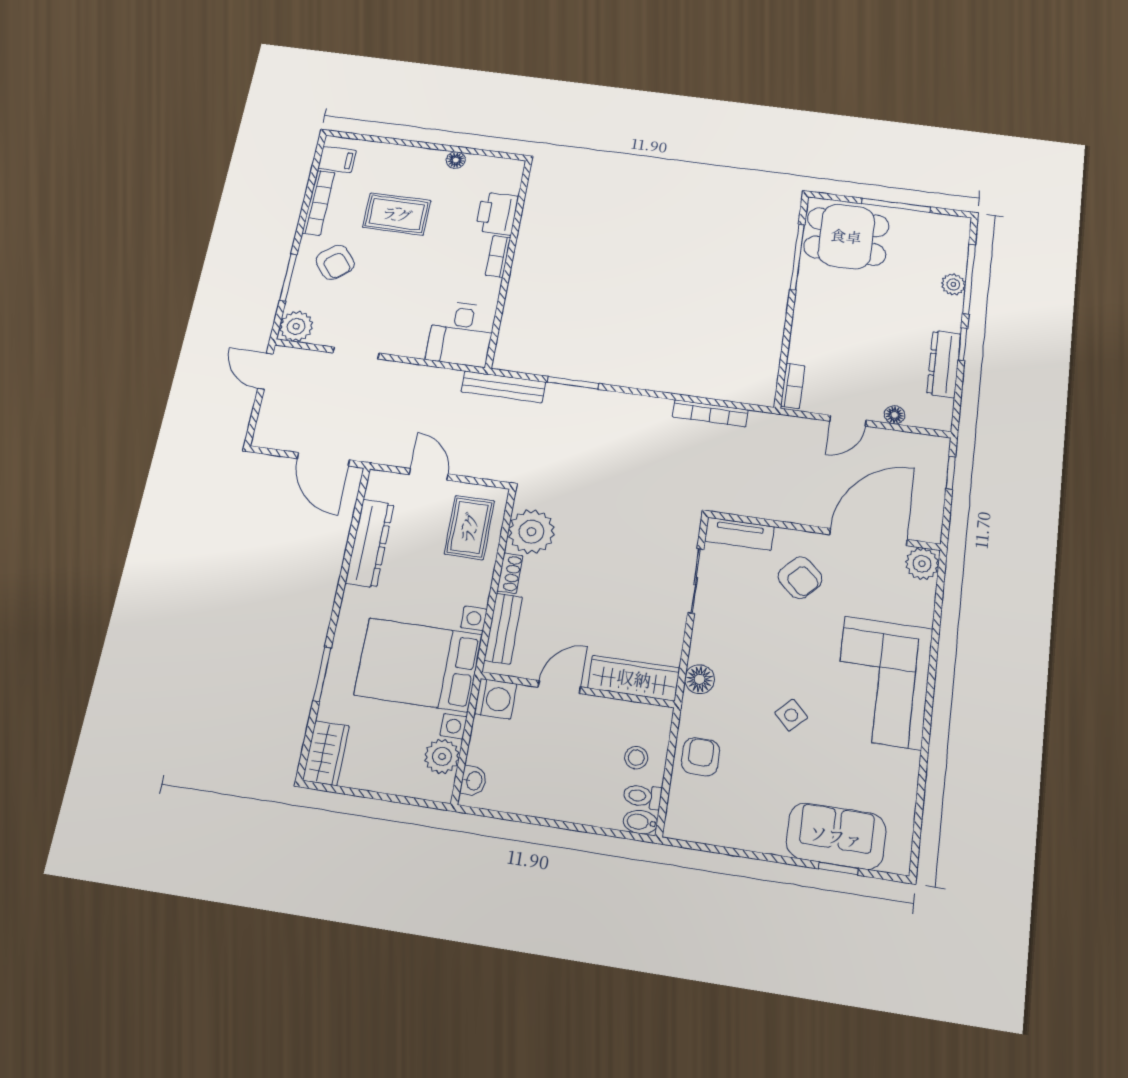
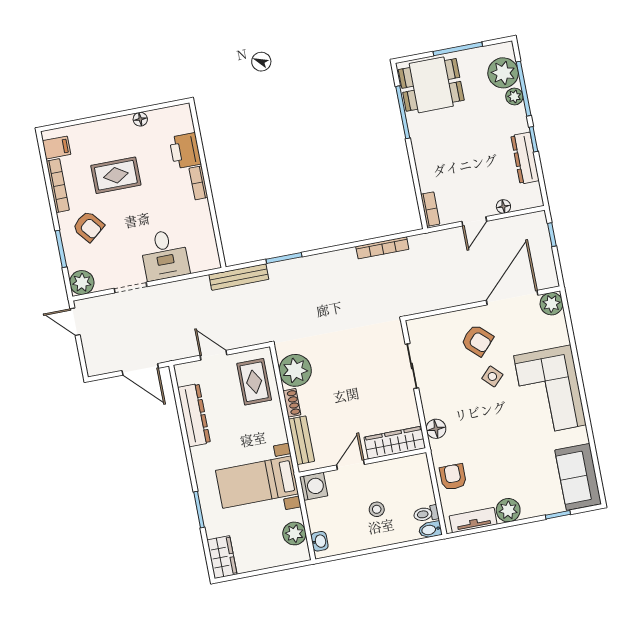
plant: (947, 252) -> (503, 73), added
desk: (461, 334) -> (165, 255), moved
tv unit: (739, 534) -> (473, 520), moved, turned 180
bed with nightstands: (418, 665) -> (257, 482), width x0.73
side table: (791, 715) -> (492, 376), moved
stool: (636, 758) -> (377, 509), moved
plant: (766, 835) -> (508, 510), added
sofa: (836, 836) -> (578, 477), moved, turned -90

